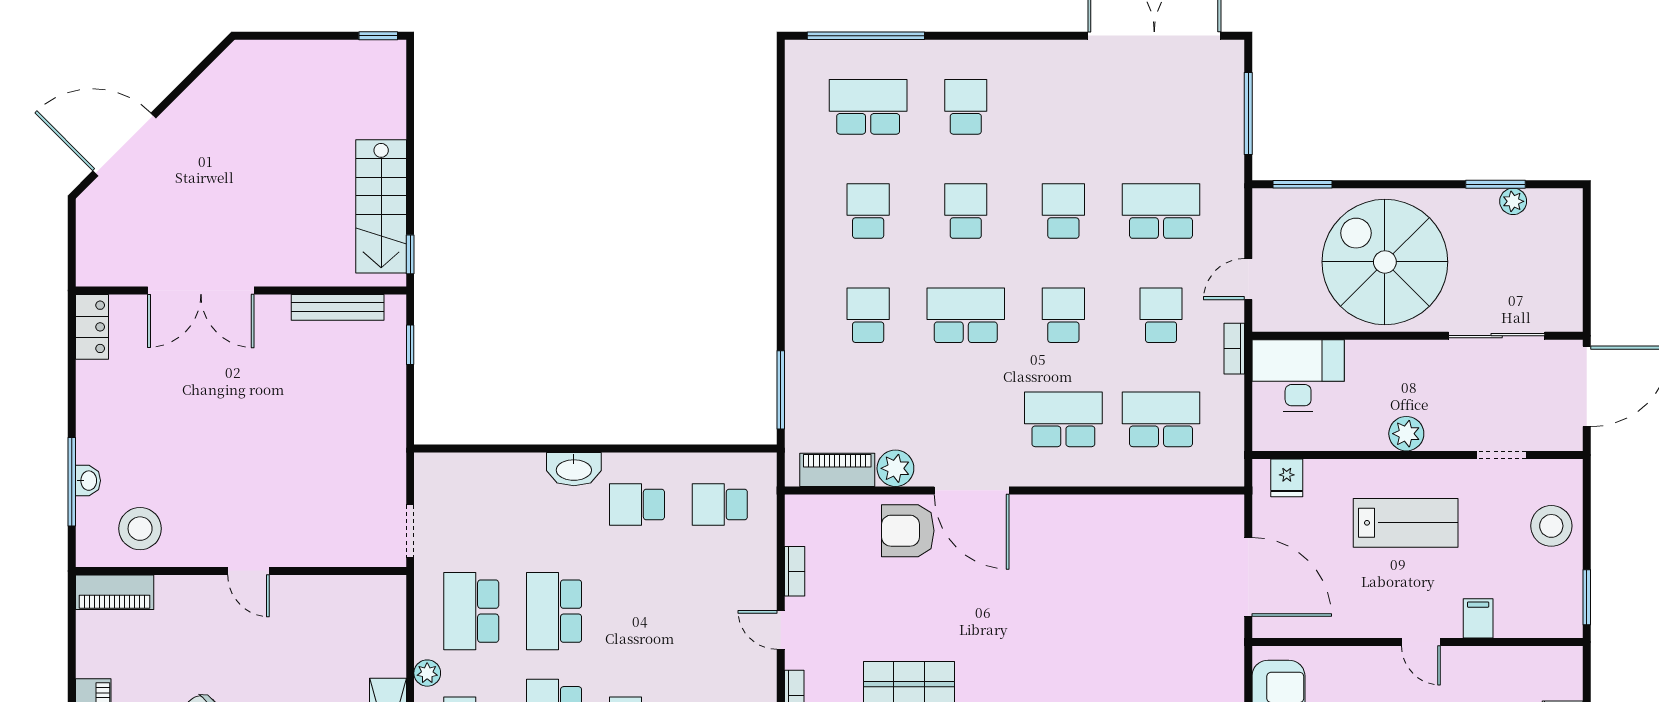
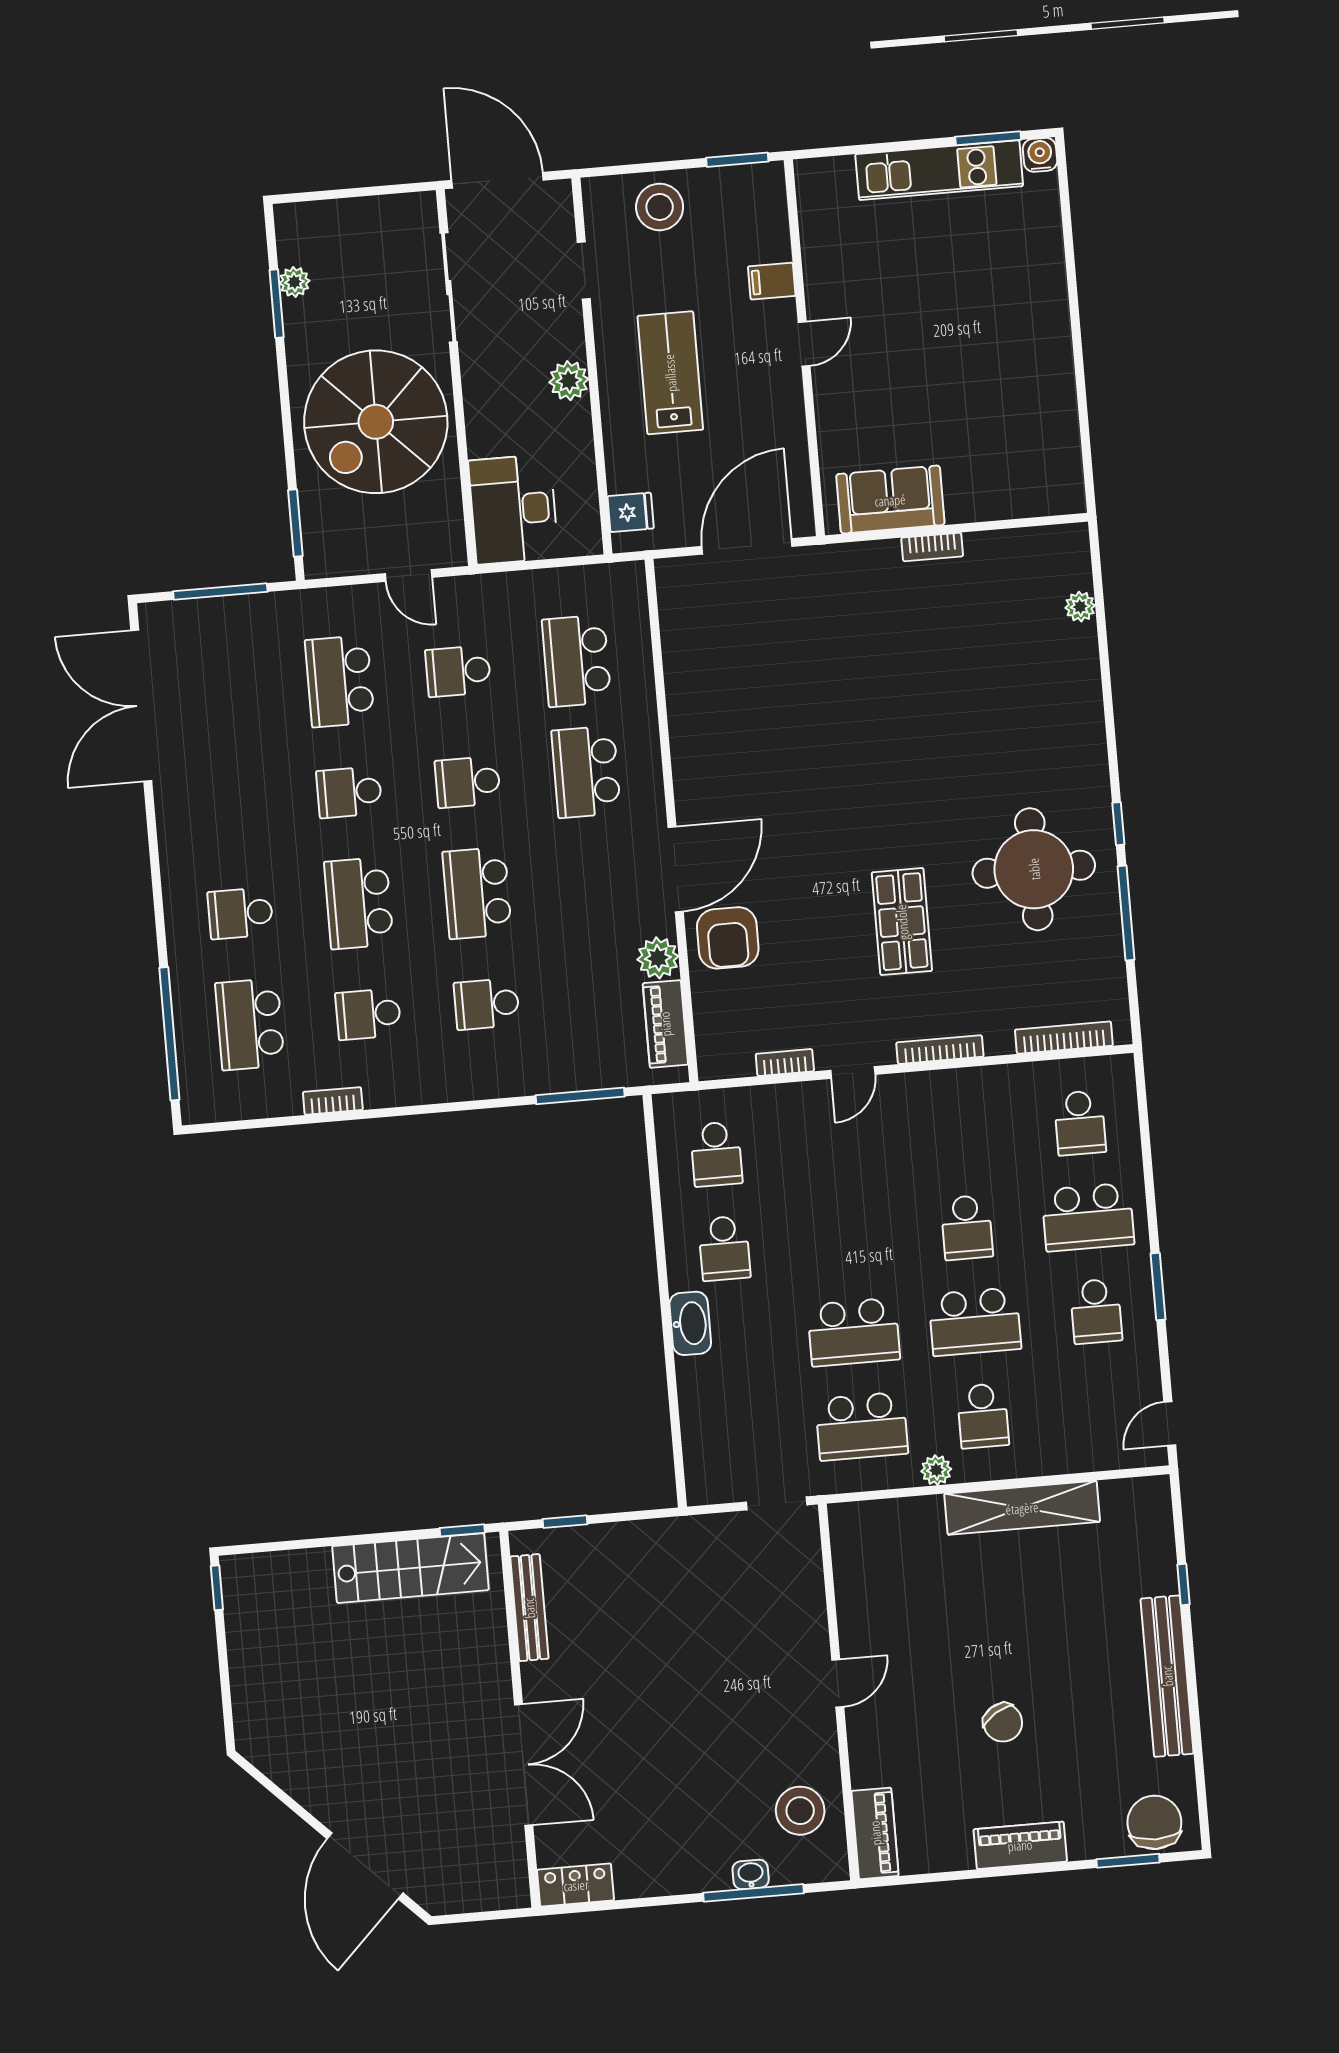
school desk: (966, 211) -> (359, 903), width x1.85
bookcase: (1234, 349) -> (333, 1101), moved, turned 180

